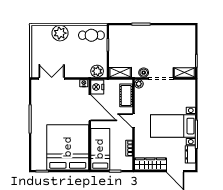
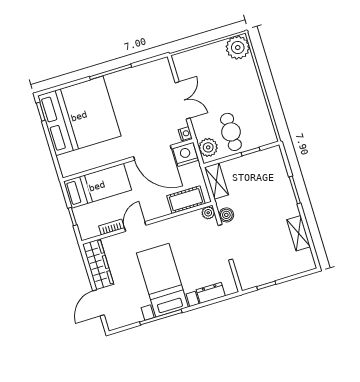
plant: (60, 33) -> (238, 48), moved
cafe table: (91, 35) -> (231, 132), moved
shelving: (184, 72) -> (298, 233), moved
double door: (52, 78) -> (183, 100), moved
door: (90, 108) -> (152, 153), hinge flipped
door: (133, 121) -> (135, 226), moved
bed: (68, 147) -> (79, 116), moved
dresser: (190, 154) -> (211, 293), moved

